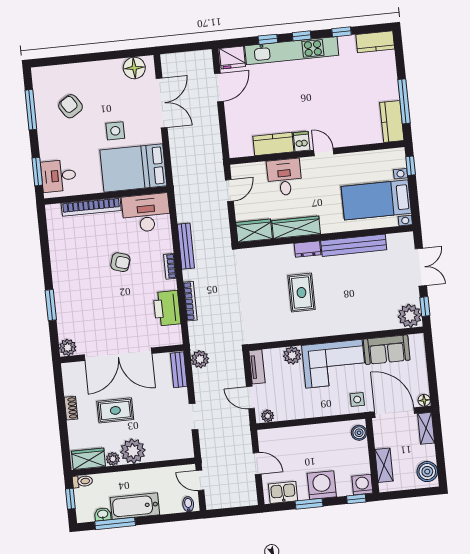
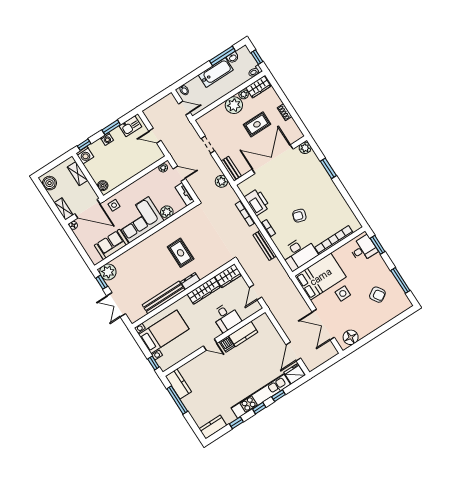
washing machine: (322, 485) -> (107, 139), width x0.53, depth x0.53

